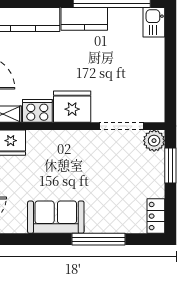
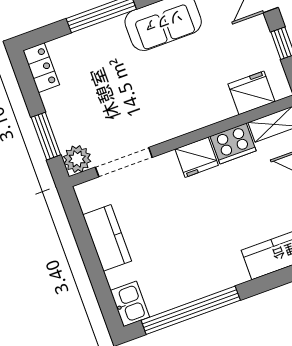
kitchen counter: (84, 19) -> (107, 238), moved, turned 90
fridge: (72, 107) -> (197, 157), width x0.73, depth x0.75

